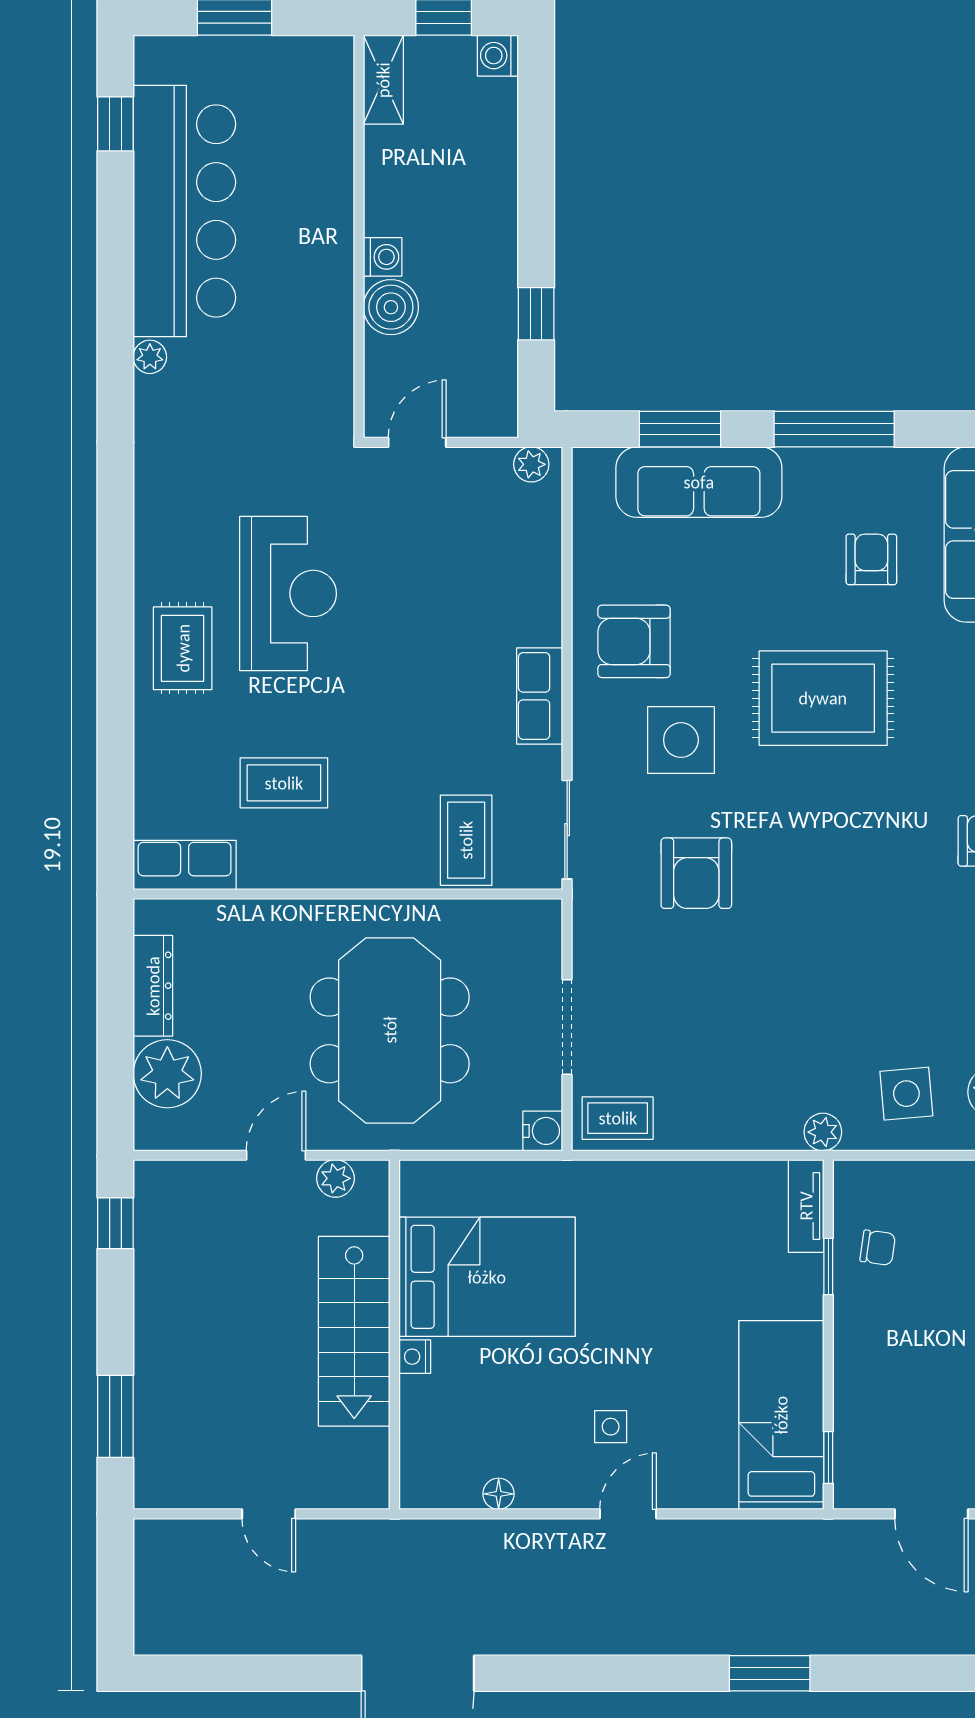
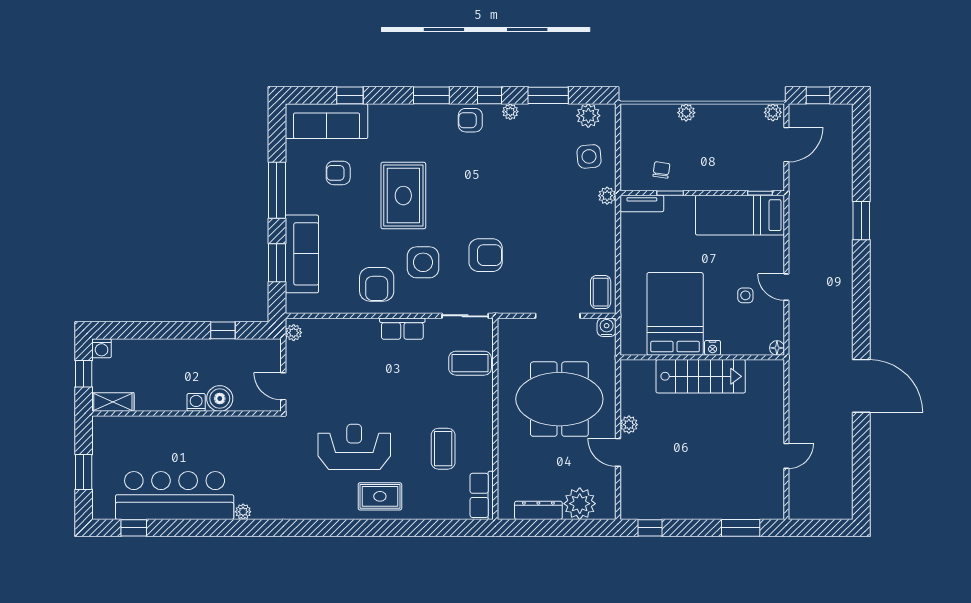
bed: (487, 1277) -> (675, 314), moved
stairs: (354, 1331) -> (701, 376), moved
wall: (394, 1335) -> (702, 357), moved
nightstand: (415, 1357) -> (713, 348), moved

